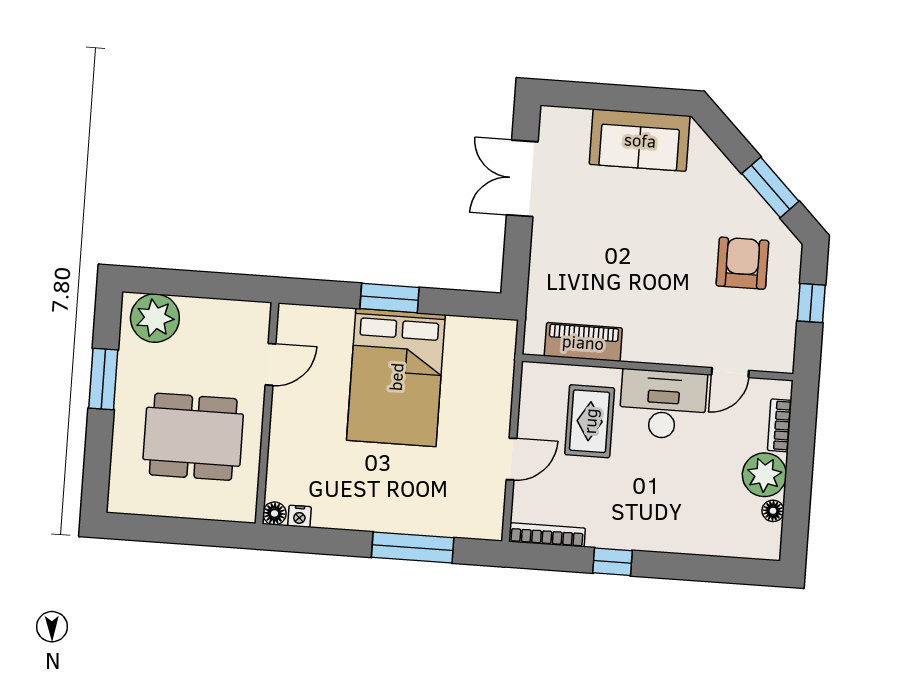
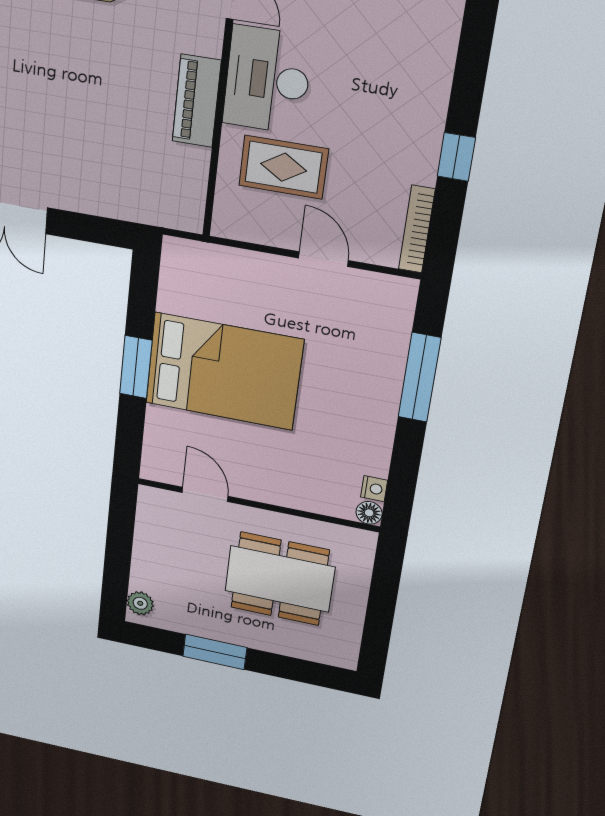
plant: (155, 318) -> (140, 603), width x0.53, depth x0.53
piano: (583, 342) -> (197, 101), moved
dining table: (193, 437) -> (280, 579), turned 90

